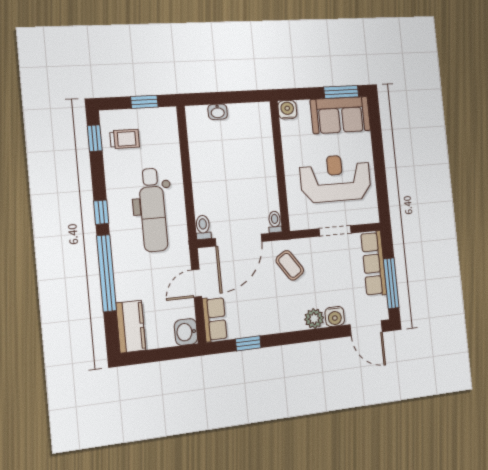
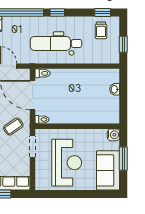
window: (341, 92) -> (123, 159), moved
doorway: (335, 231) -> (33, 146), moved

